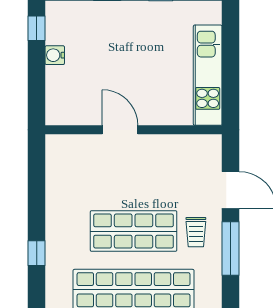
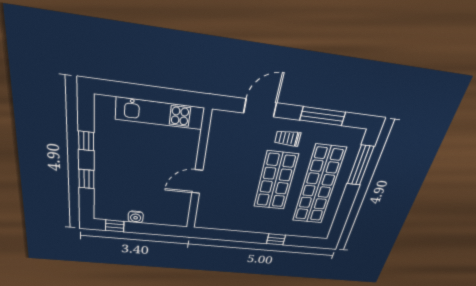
trolley: (196, 232) -> (288, 138), turned 180
window: (230, 249) -> (323, 116), moved

